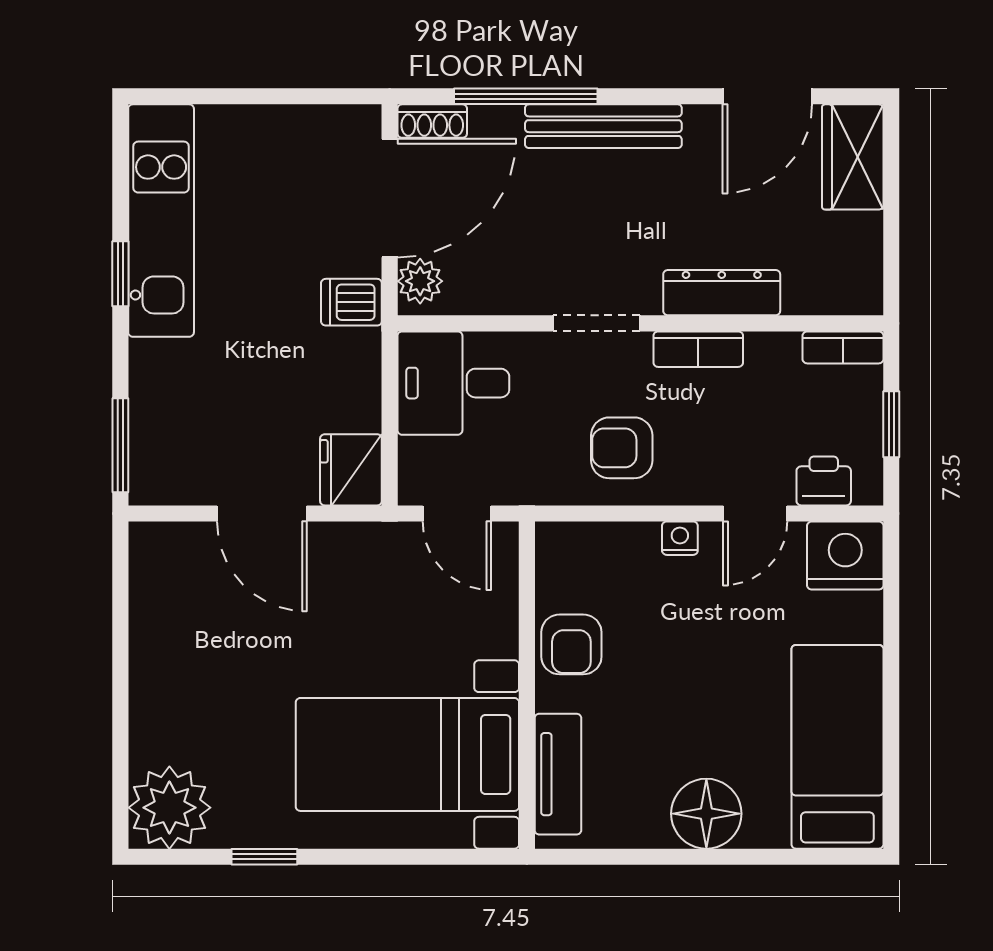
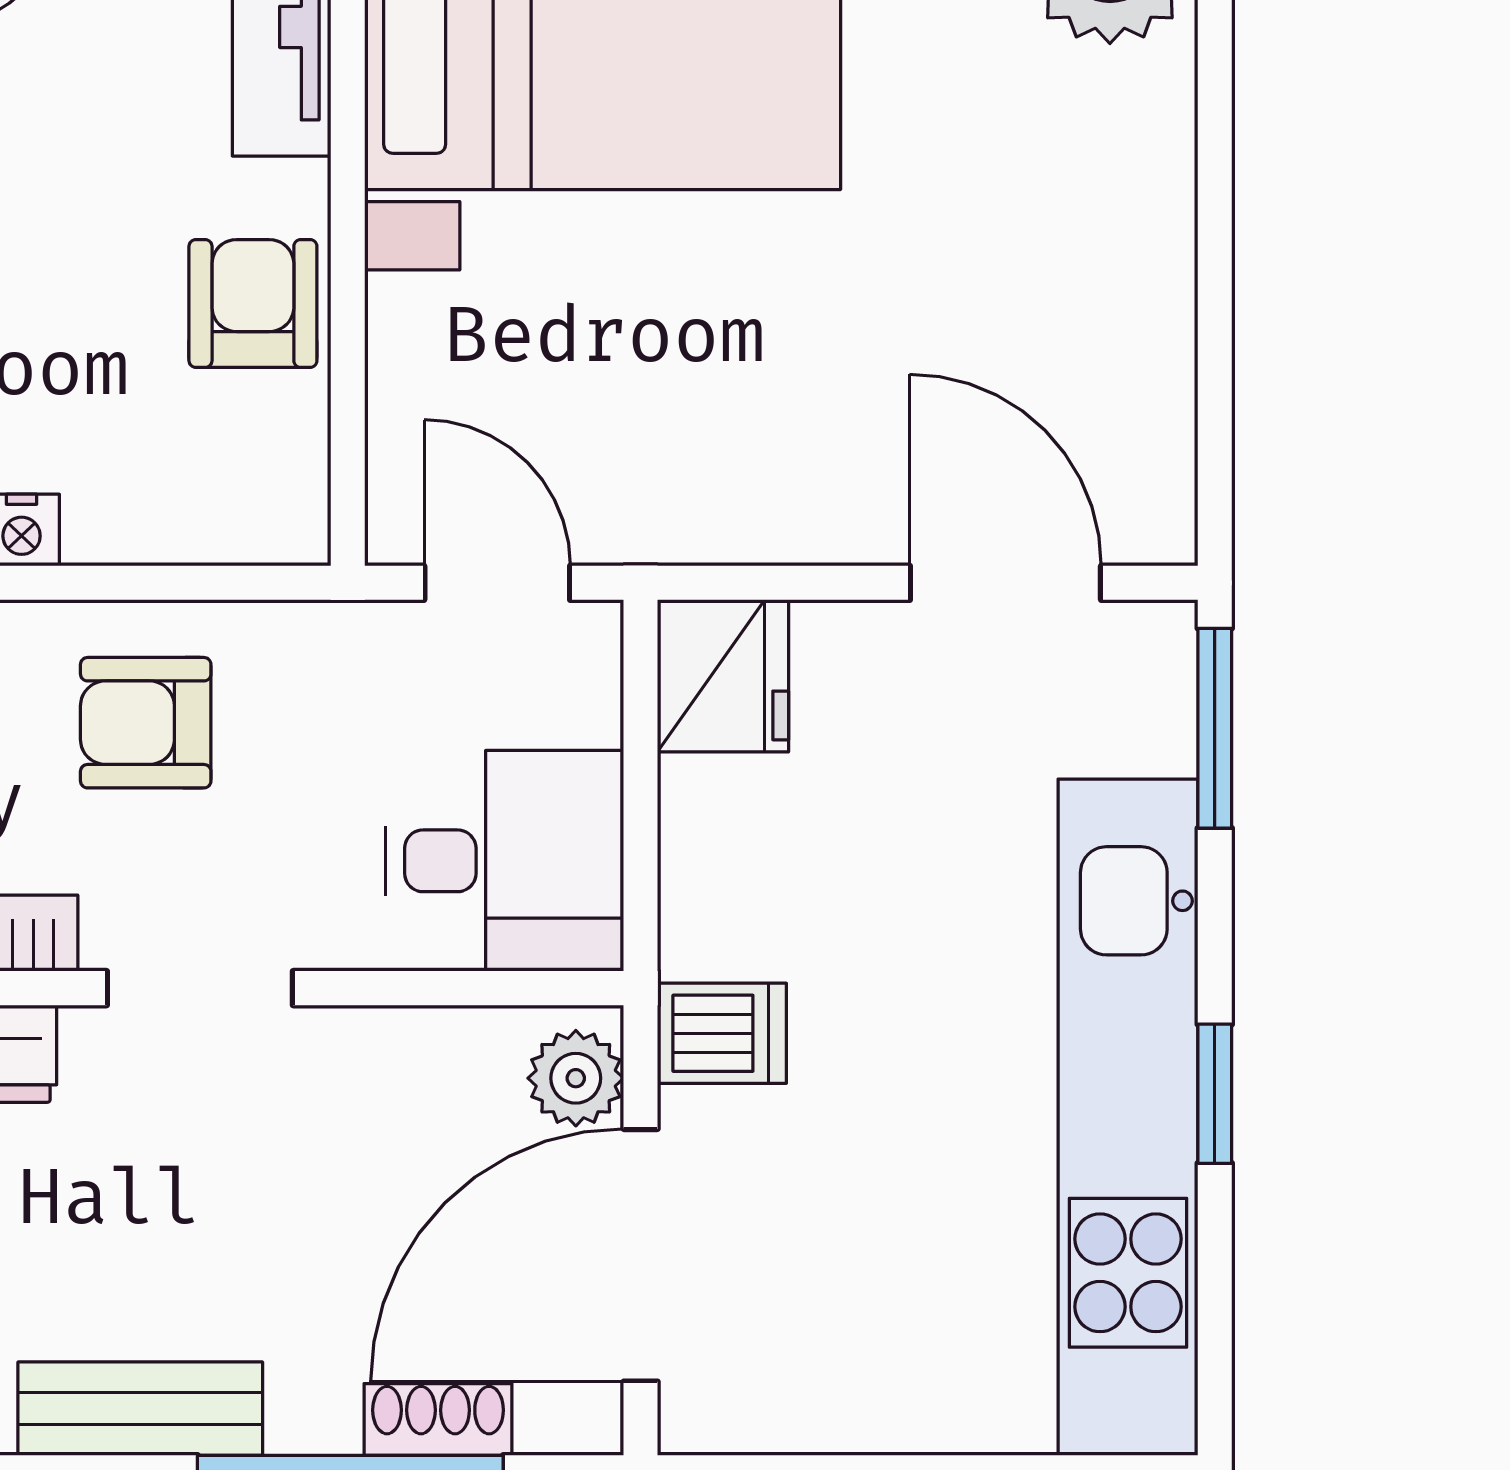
shoe rack: (432, 121) -> (438, 1419), moved
bench: (603, 126) -> (140, 1409), width x0.73
kitchen unit: (161, 221) -> (1128, 1117), width x1.36
armchair: (622, 448) -> (146, 723), turned 180
door: (262, 513) -> (1005, 583), moved

